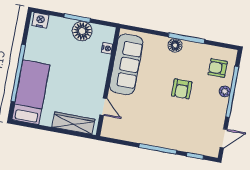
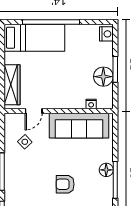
side table: (132, 121) -> (25, 142), added

